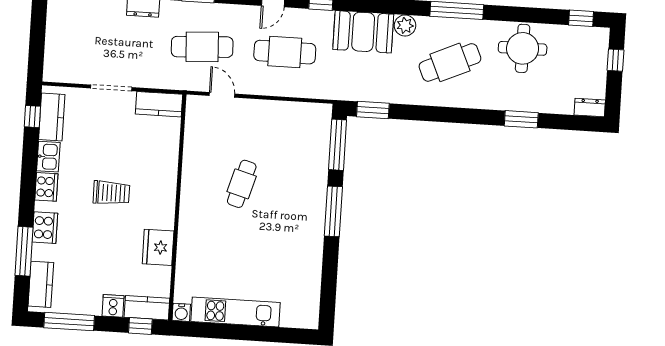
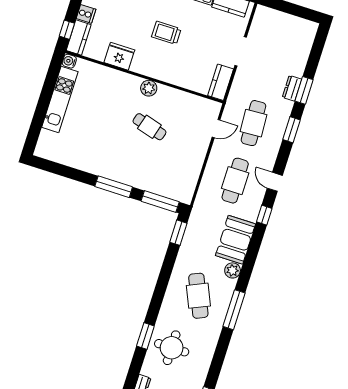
round table: (523, 48) -> (172, 348), moved
trolley: (111, 193) -> (166, 33), turned 90
plant: (191, 198) -> (149, 88), added

